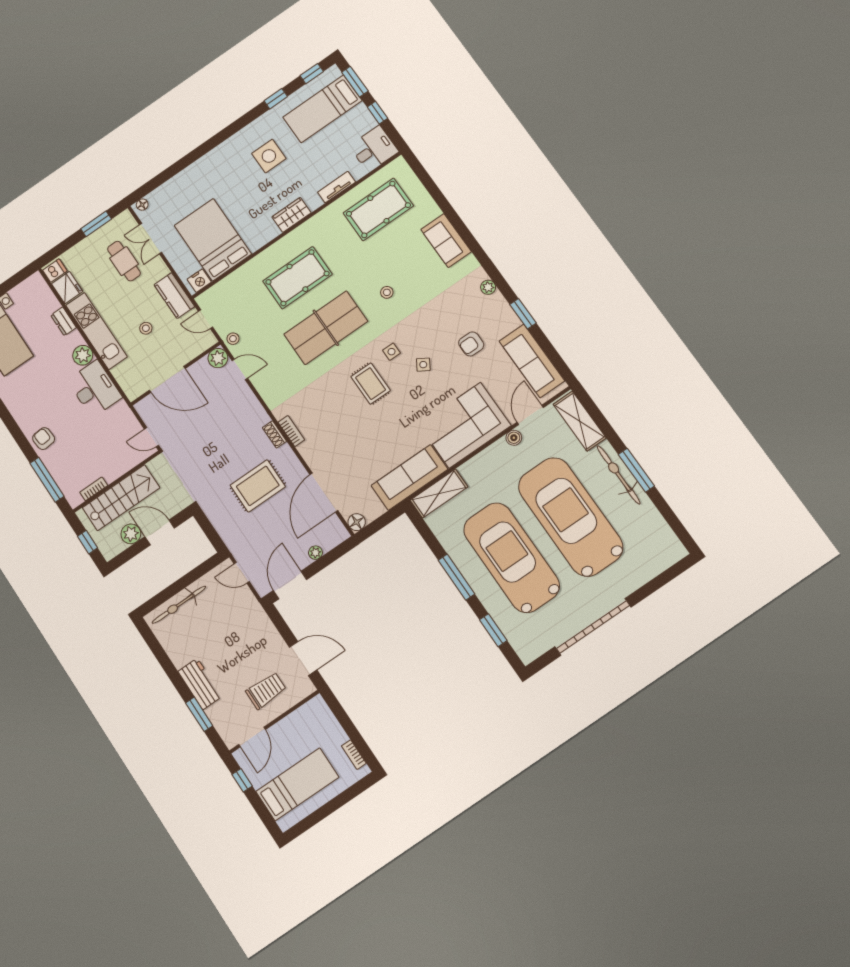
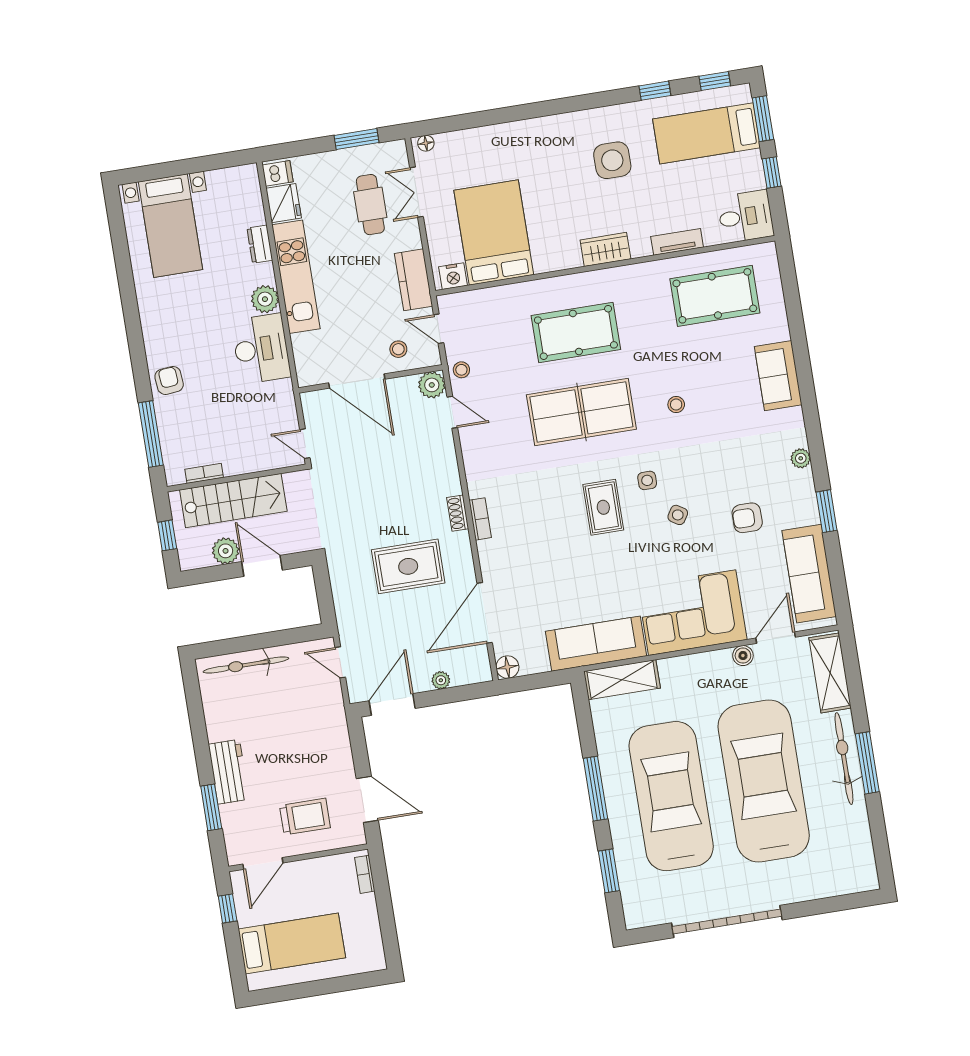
stool: (146, 328) -> (398, 349), moved
bookcase: (354, 755) -> (365, 874), moved

